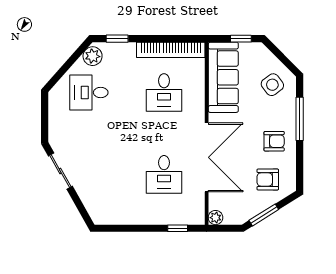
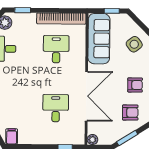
desk: (164, 92) -> (56, 49), turned 180
desk: (164, 174) -> (56, 108), turned 180
armchair: (268, 180) -> (130, 112), turned 180
filing cabinet: (103, 214) -> (12, 136), added

